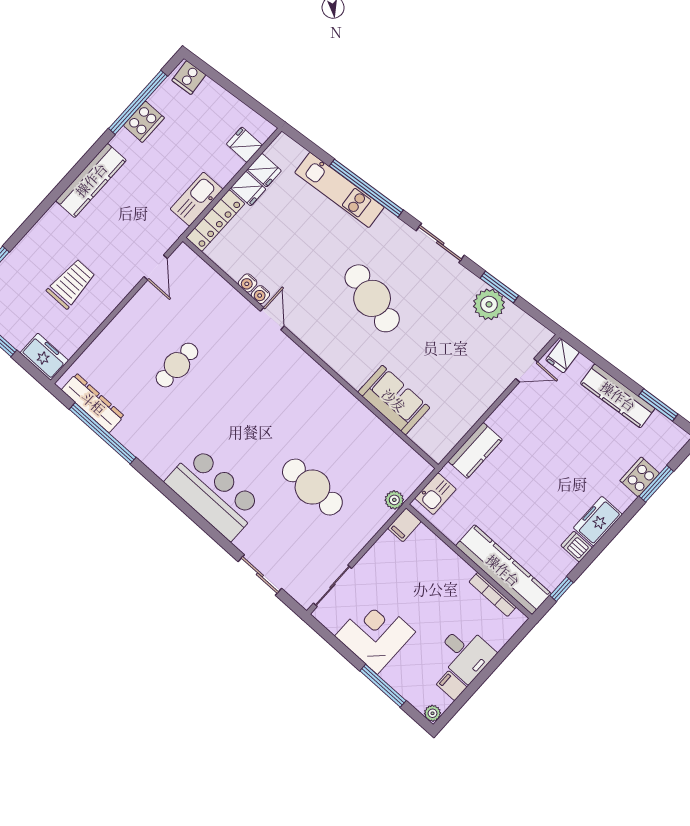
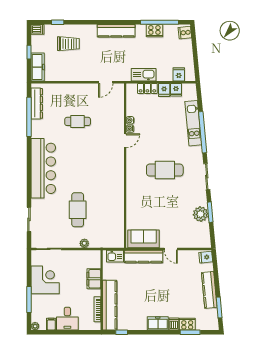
locker: (215, 221) -> (147, 88), width x0.66
trolley: (71, 284) -> (68, 44), moved
cafe table: (372, 298) -> (165, 170), turned 76
freezer: (44, 357) -> (38, 67), width x1.40
door: (527, 370) -> (171, 249), moved
sofa: (394, 400) -> (144, 239), moved, turned -90
kitchen counter: (475, 450) -> (143, 256), width x1.50
bar counter: (214, 494) -> (43, 168), width x1.36
plant: (394, 500) -> (84, 243), moved
filing cabinet: (405, 525) -> (94, 279), moved, width x2.00
dishwasher: (577, 547) -> (174, 324), moved

